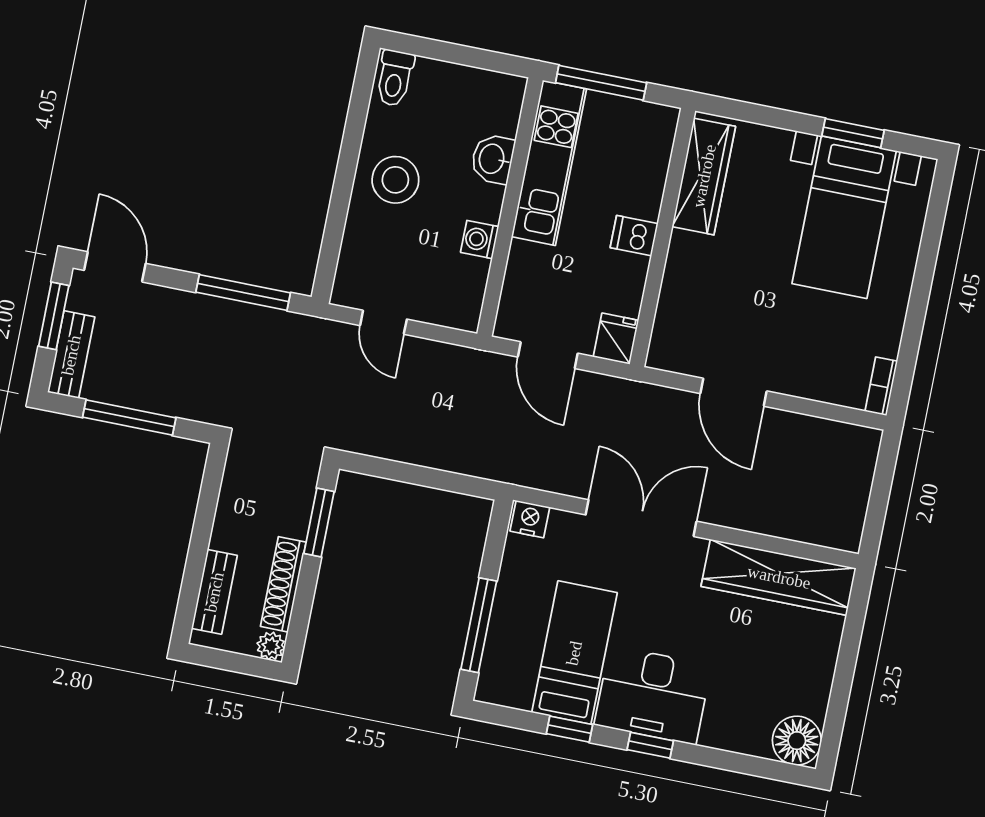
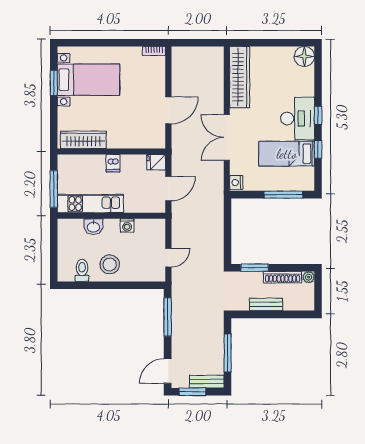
toilet: (395, 78) -> (82, 270), moved, turned -90
bench: (214, 592) -> (266, 304), moved

